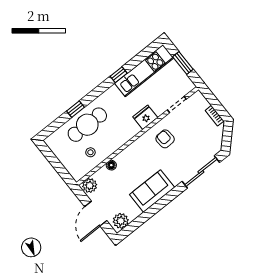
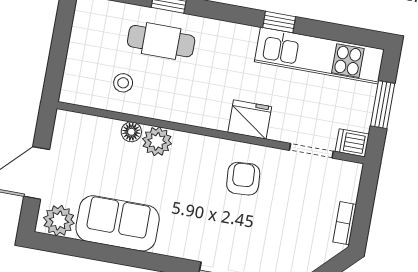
dishwasher: (187, 87) -> (352, 143), added
cafe table: (87, 125) -> (161, 41), width x0.73, depth x0.74
plant: (90, 186) -> (157, 141), moved
sofa: (152, 191) -> (118, 223), moved

